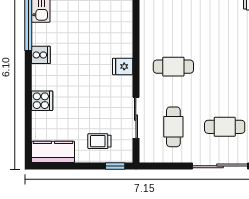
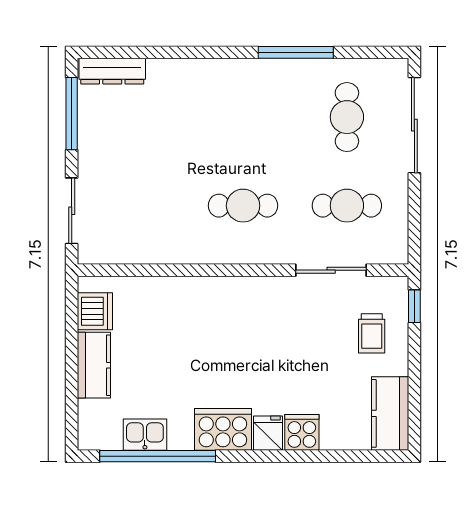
cooker: (41, 55) -> (223, 429), width x1.87, depth x1.31
fridge: (123, 66) -> (268, 433), moved, turned 180
cafe table: (173, 67) -> (243, 206), turned 90

